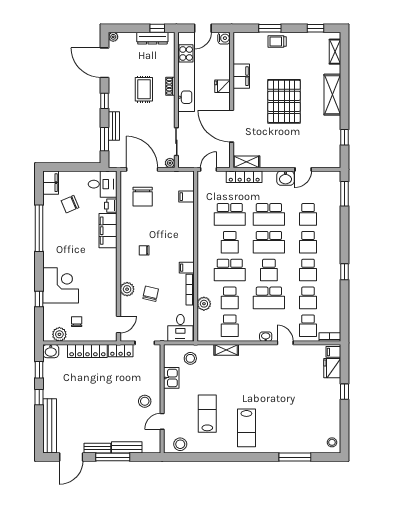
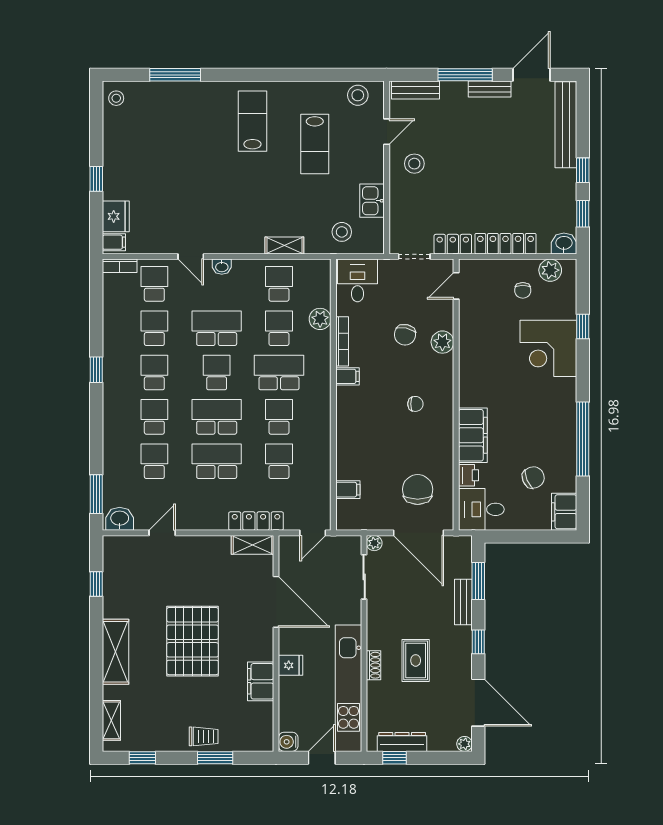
washbasin: (285, 178) -> (120, 519), moved
school desk: (230, 214) -> (279, 461), width x0.54
bench: (127, 447) -> (416, 90), moved

